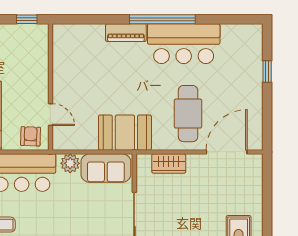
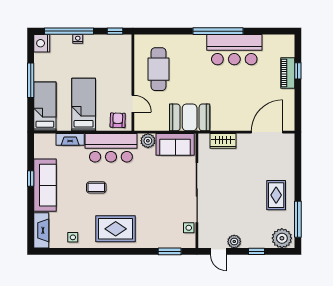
piano: (126, 33) -> (288, 73), moved, turned 90
cafe table: (188, 114) -> (158, 69), moved

